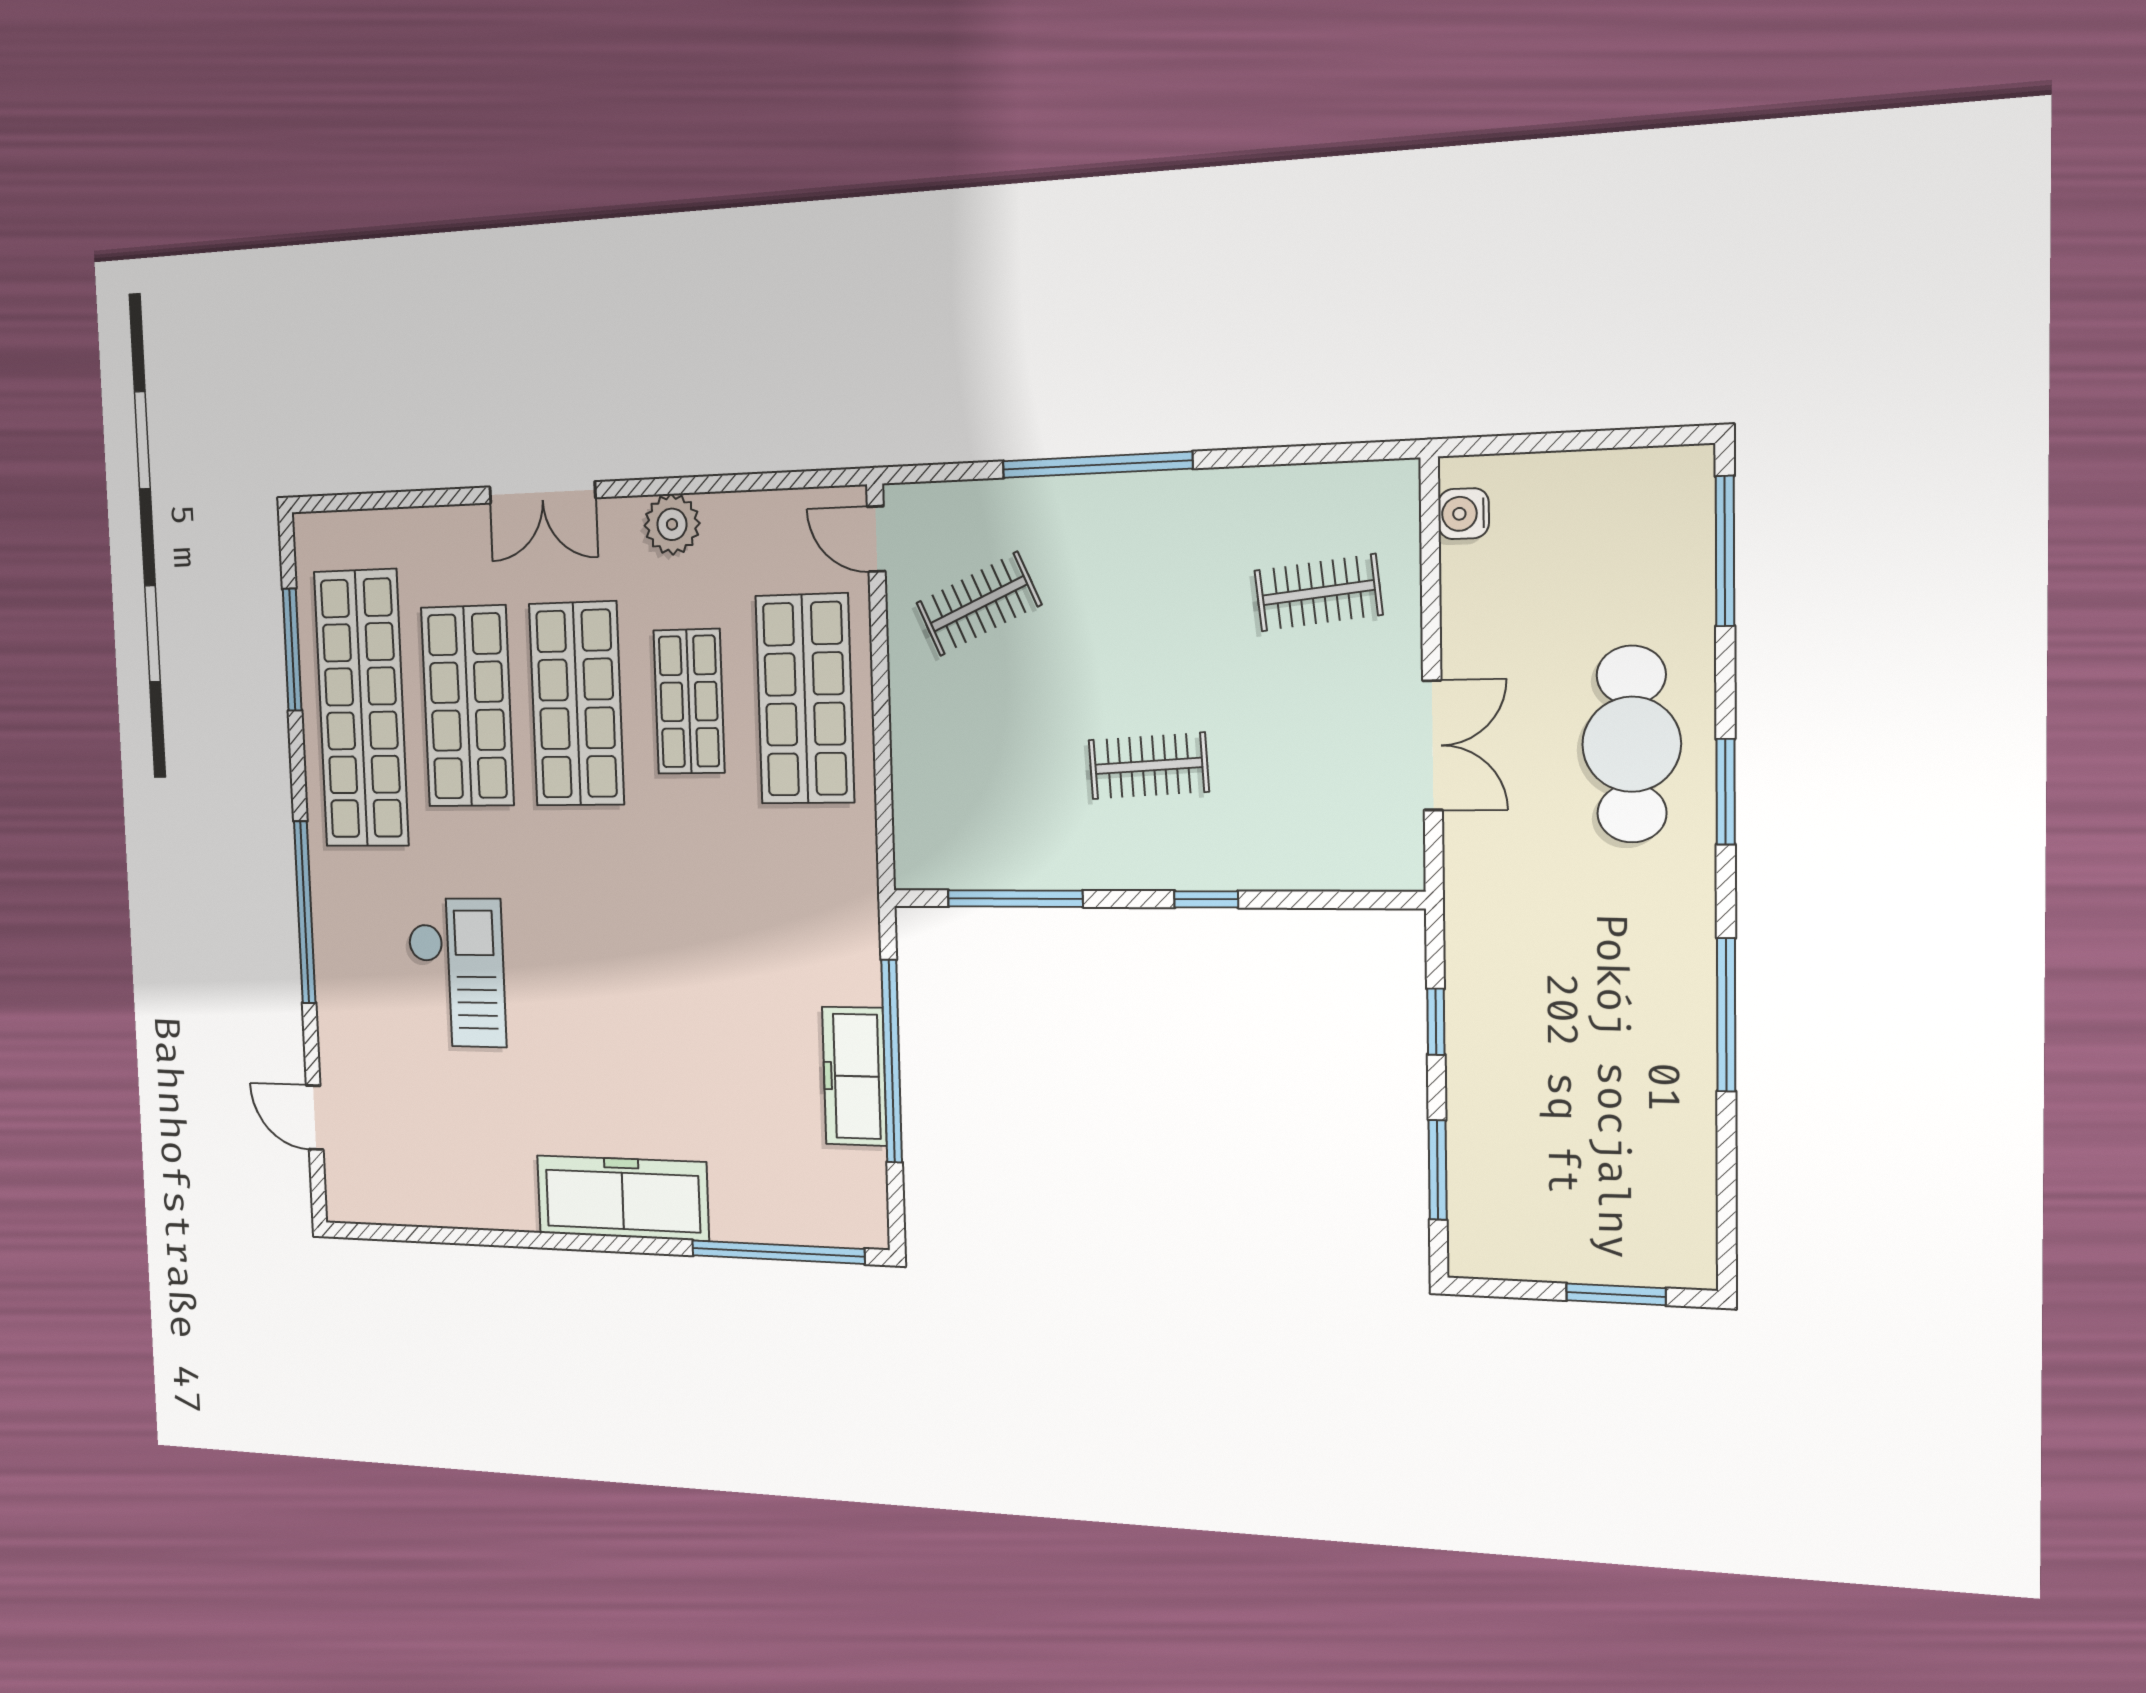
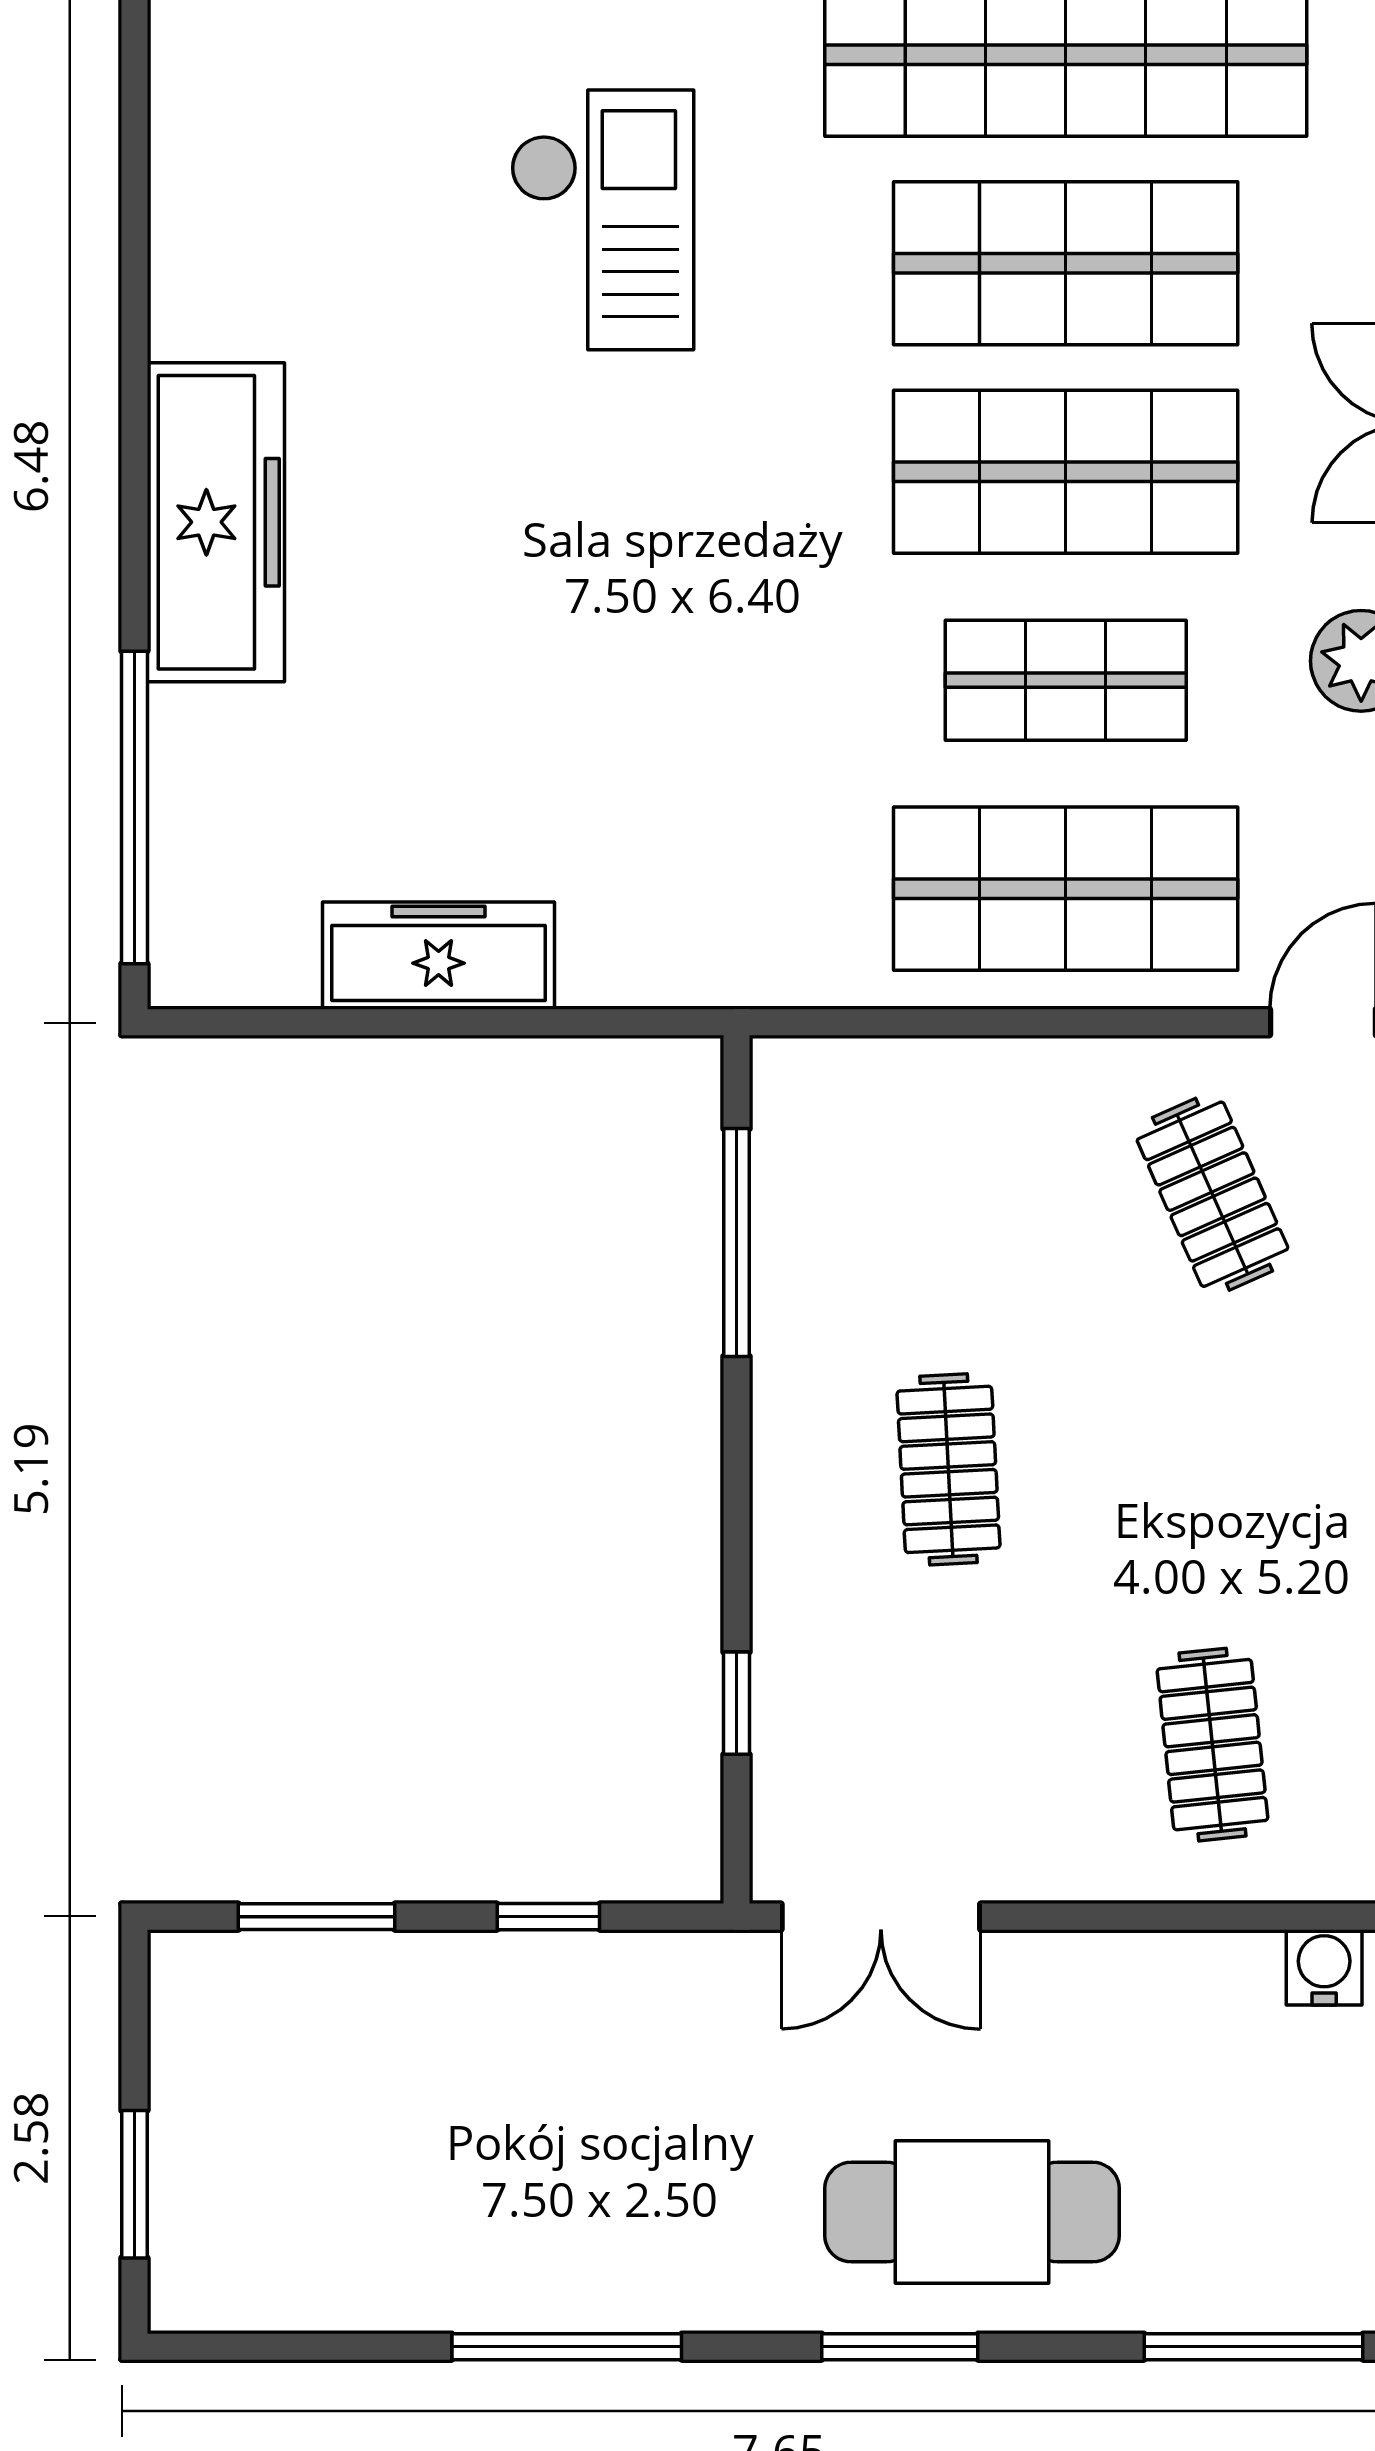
double door: (1433, 745) -> (881, 1917), moved
window: (1206, 899) -> (736, 1703), moved
checkout: (457, 973) -> (602, 220), turned -90
window: (892, 1061) -> (465, 1022), removed

